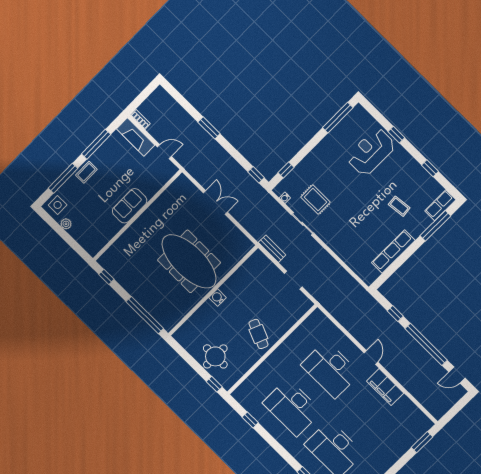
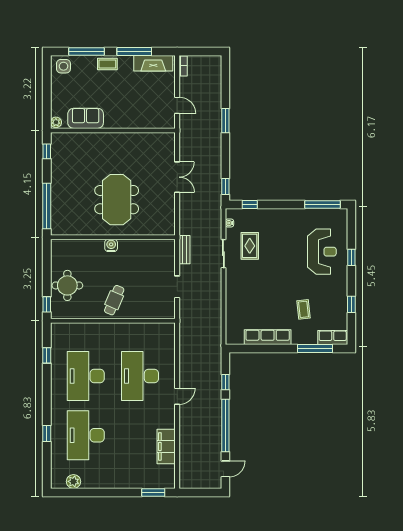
fireplace: (136, 137) -> (153, 63), moved, turned -90
reception desk: (371, 152) -> (322, 252), turned 90
sofa: (130, 206) -> (86, 118), moved
plant: (66, 224) -> (56, 122), moved
meeting table: (189, 261) -> (117, 200), width x0.73
door: (457, 375) -> (225, 469), swing flipped
filing cabinet: (385, 387) -> (166, 446), moved

